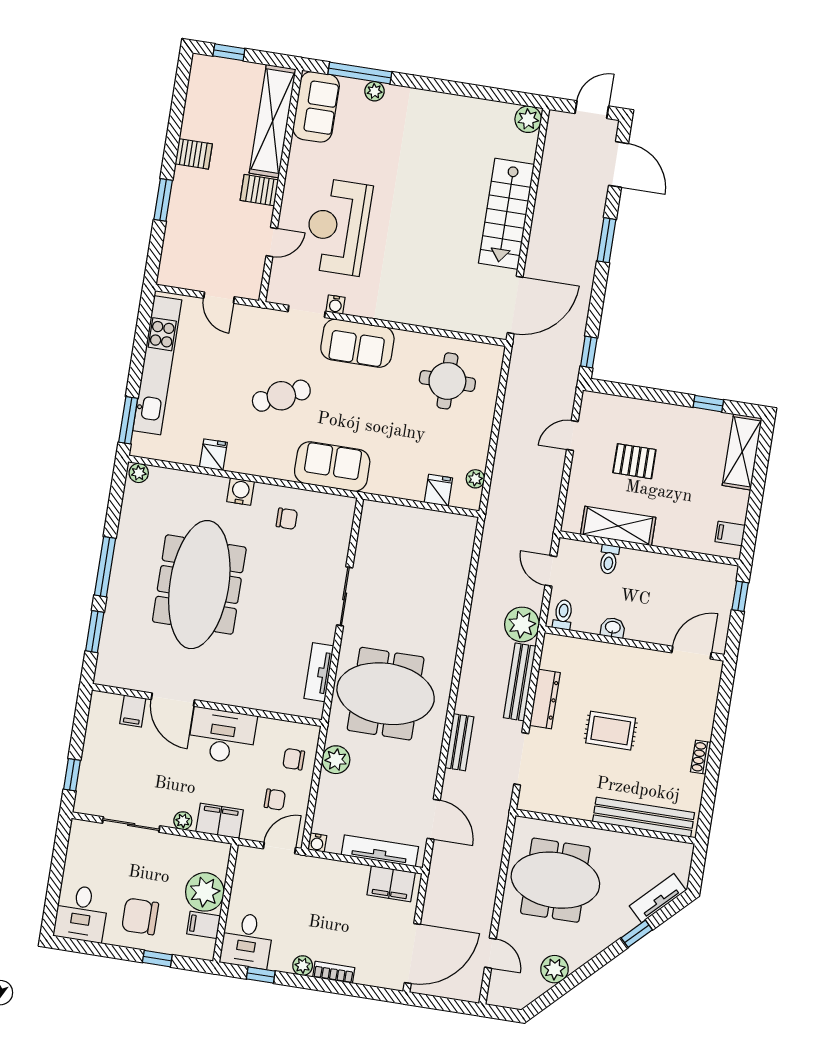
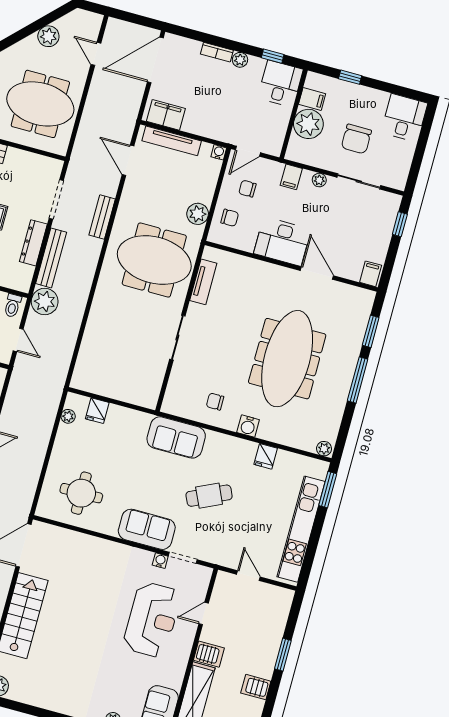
filing cabinet: (133, 711) -> (371, 274), moved
filing cabinet: (220, 821) -> (291, 177), width x0.50
chair: (140, 916) -> (356, 139), moved, turned 90

